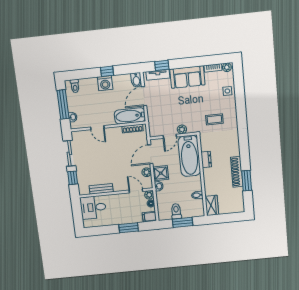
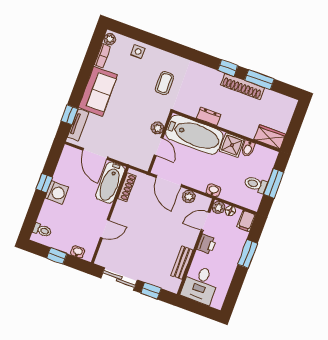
bidet: (136, 80) -> (71, 153), removed
window: (63, 104) -> (57, 256), width x0.46
window: (245, 156) -> (228, 68), added
shower: (161, 173) -> (232, 145), moved
printer: (121, 199) -> (207, 244), added

